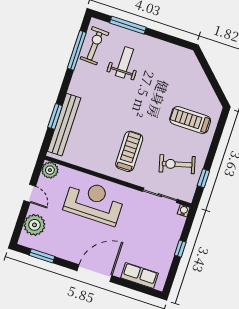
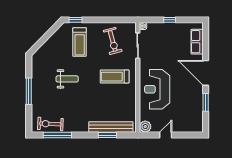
window: (128, 25) -> (29, 91), moved
weight bench: (124, 62) -> (67, 79), moved, turned 180
window: (203, 178) -> (76, 20), moved
plant: (34, 225) -> (186, 125), removed
window: (42, 256) -> (206, 102), moved

